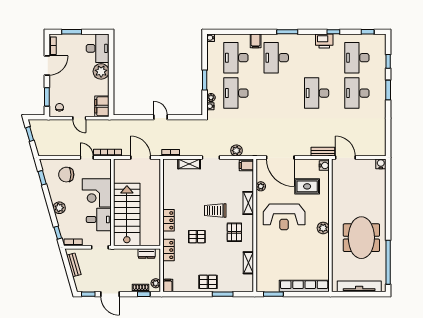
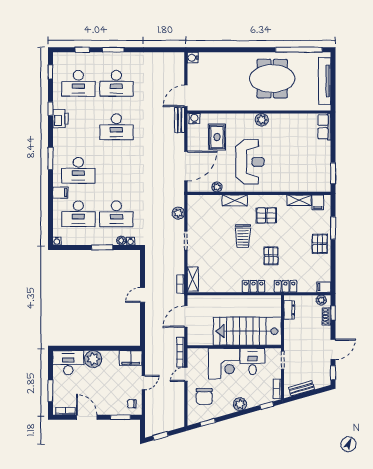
shelving: (189, 164) -> (193, 279), moved
filing cabinet: (246, 166) -> (318, 202), moved
row of seats: (304, 286) -> (324, 127), width x0.50

